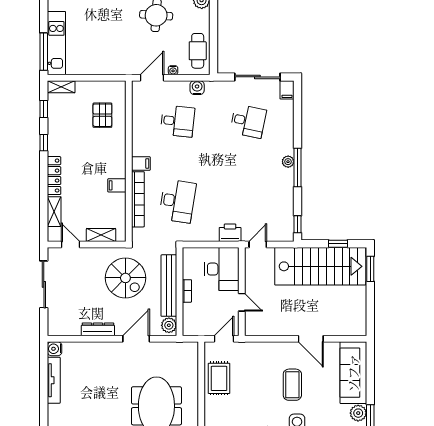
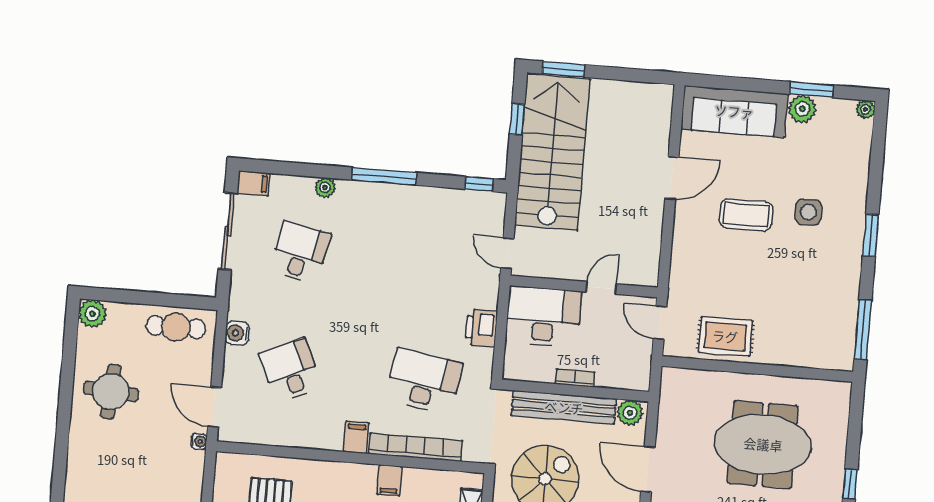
water cooler: (173, 70) -> (199, 441), moved
desk: (177, 121) -> (290, 370), turned -30
plant: (288, 162) -> (325, 188), moved
printer: (230, 233) -> (481, 328), moved

